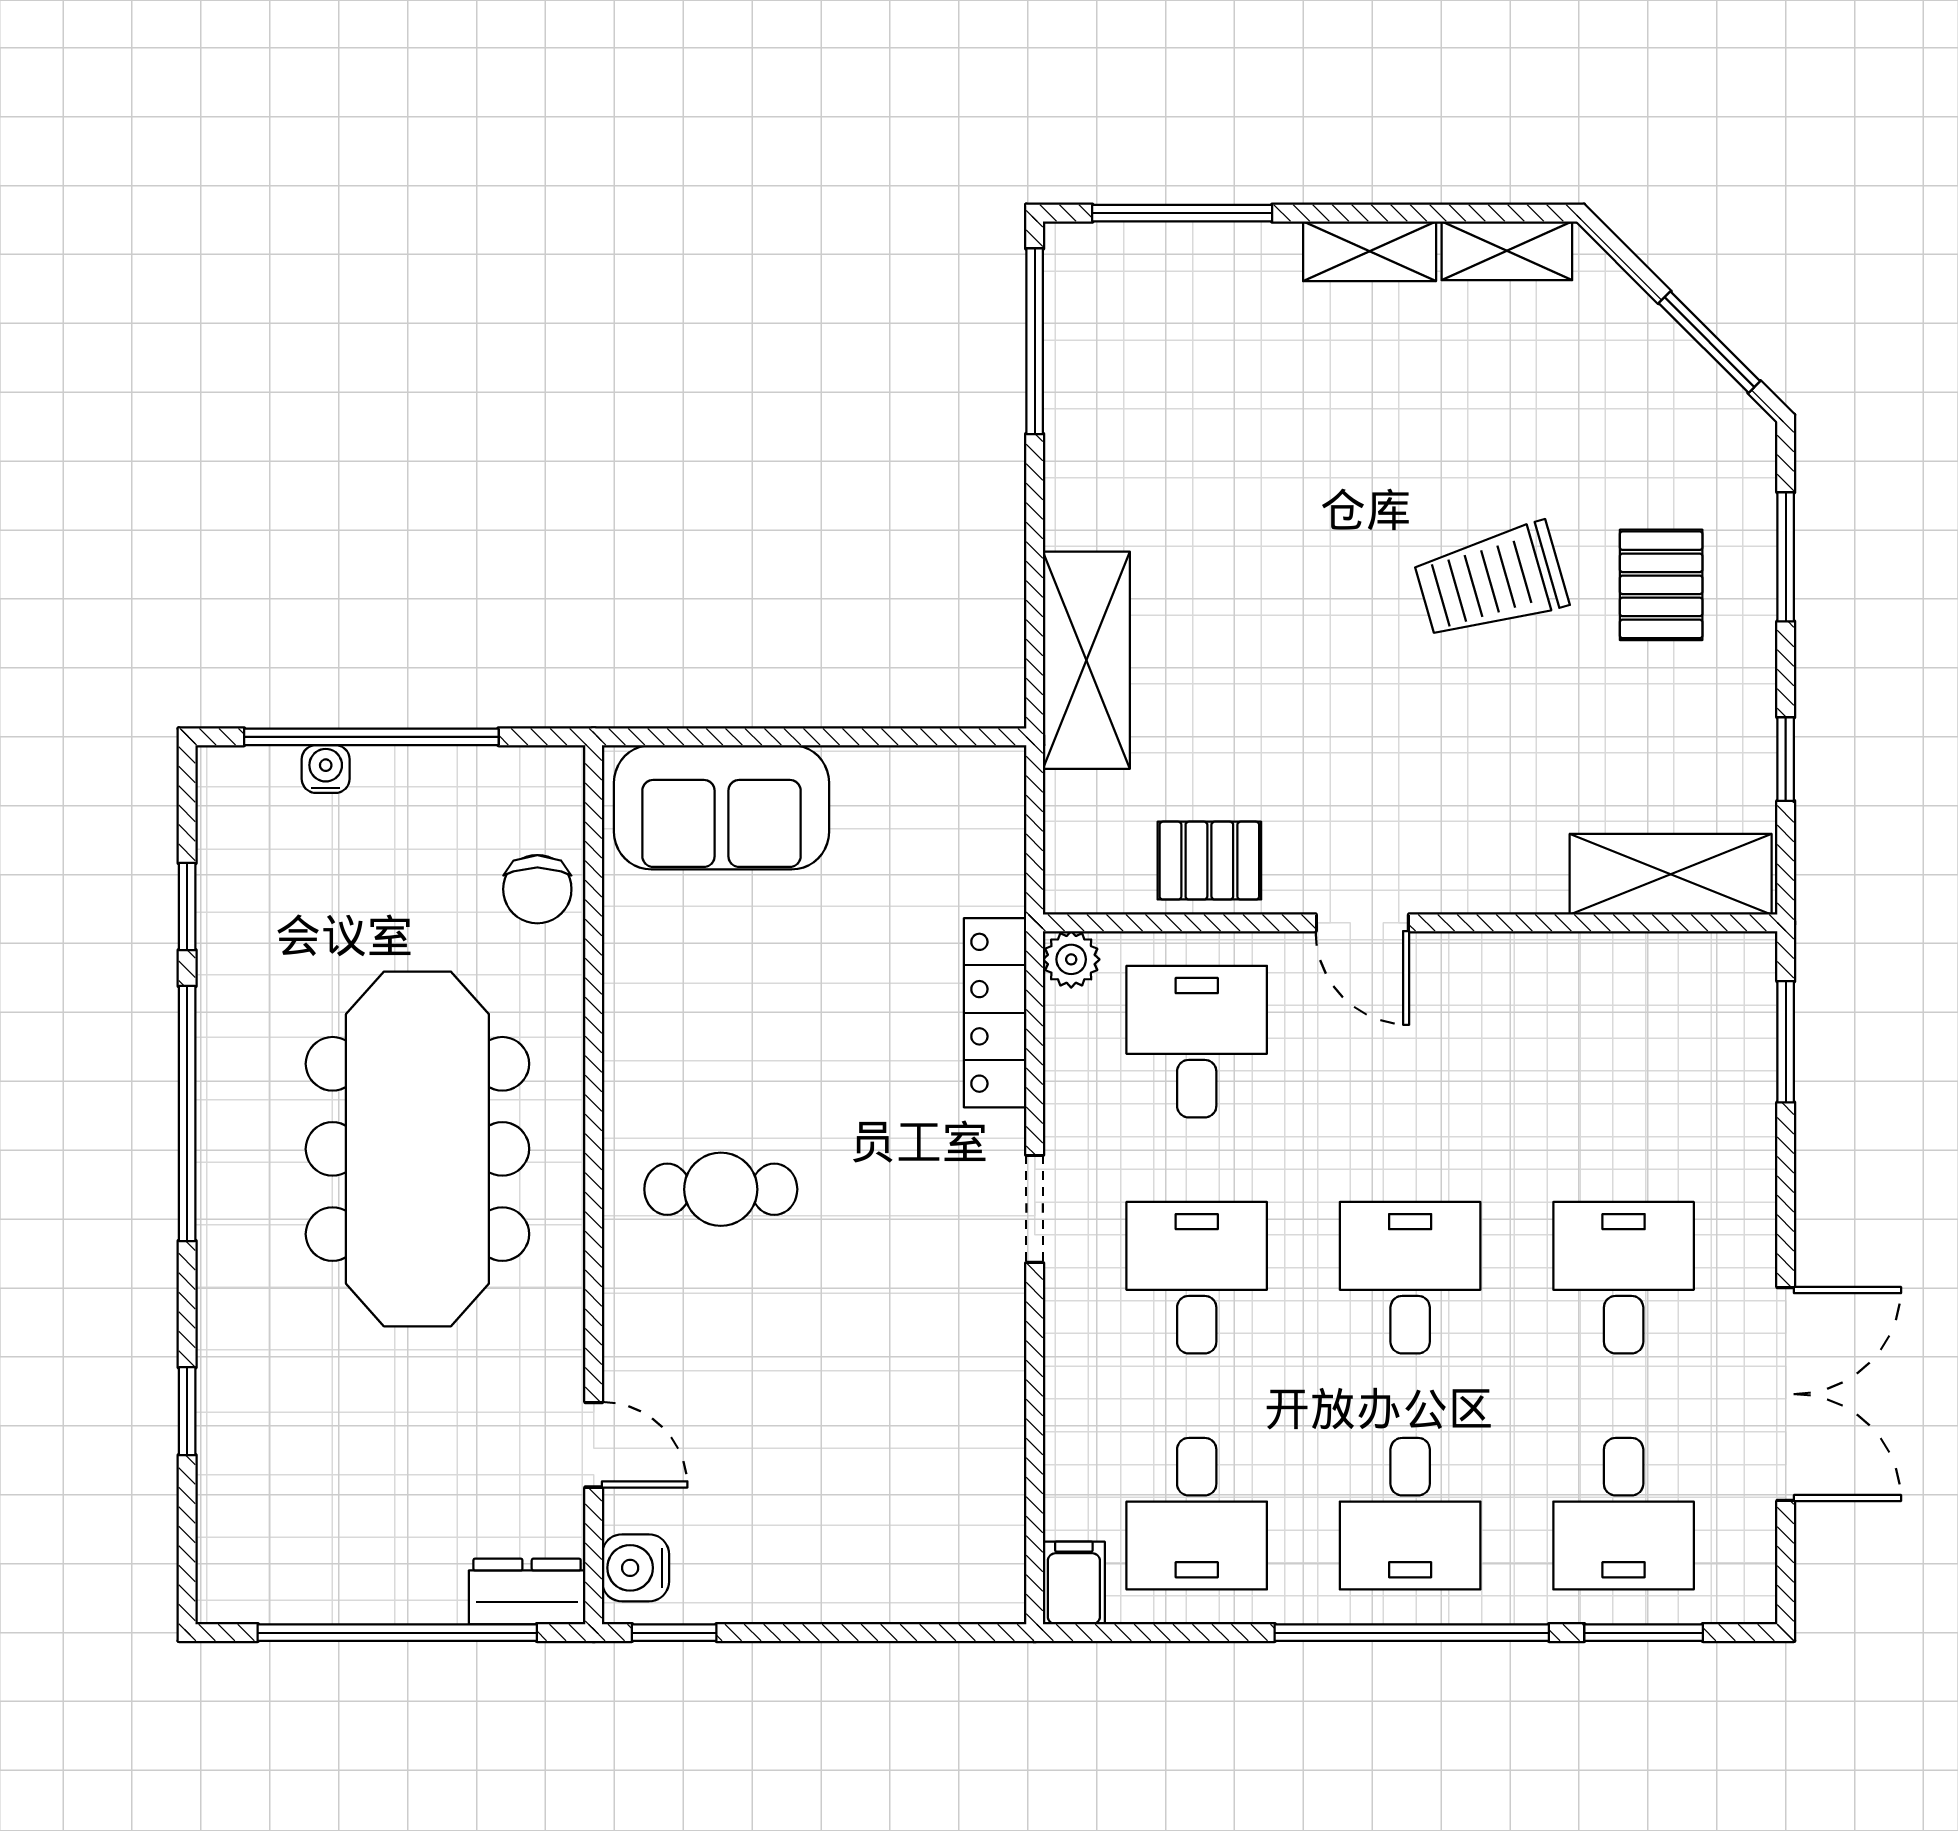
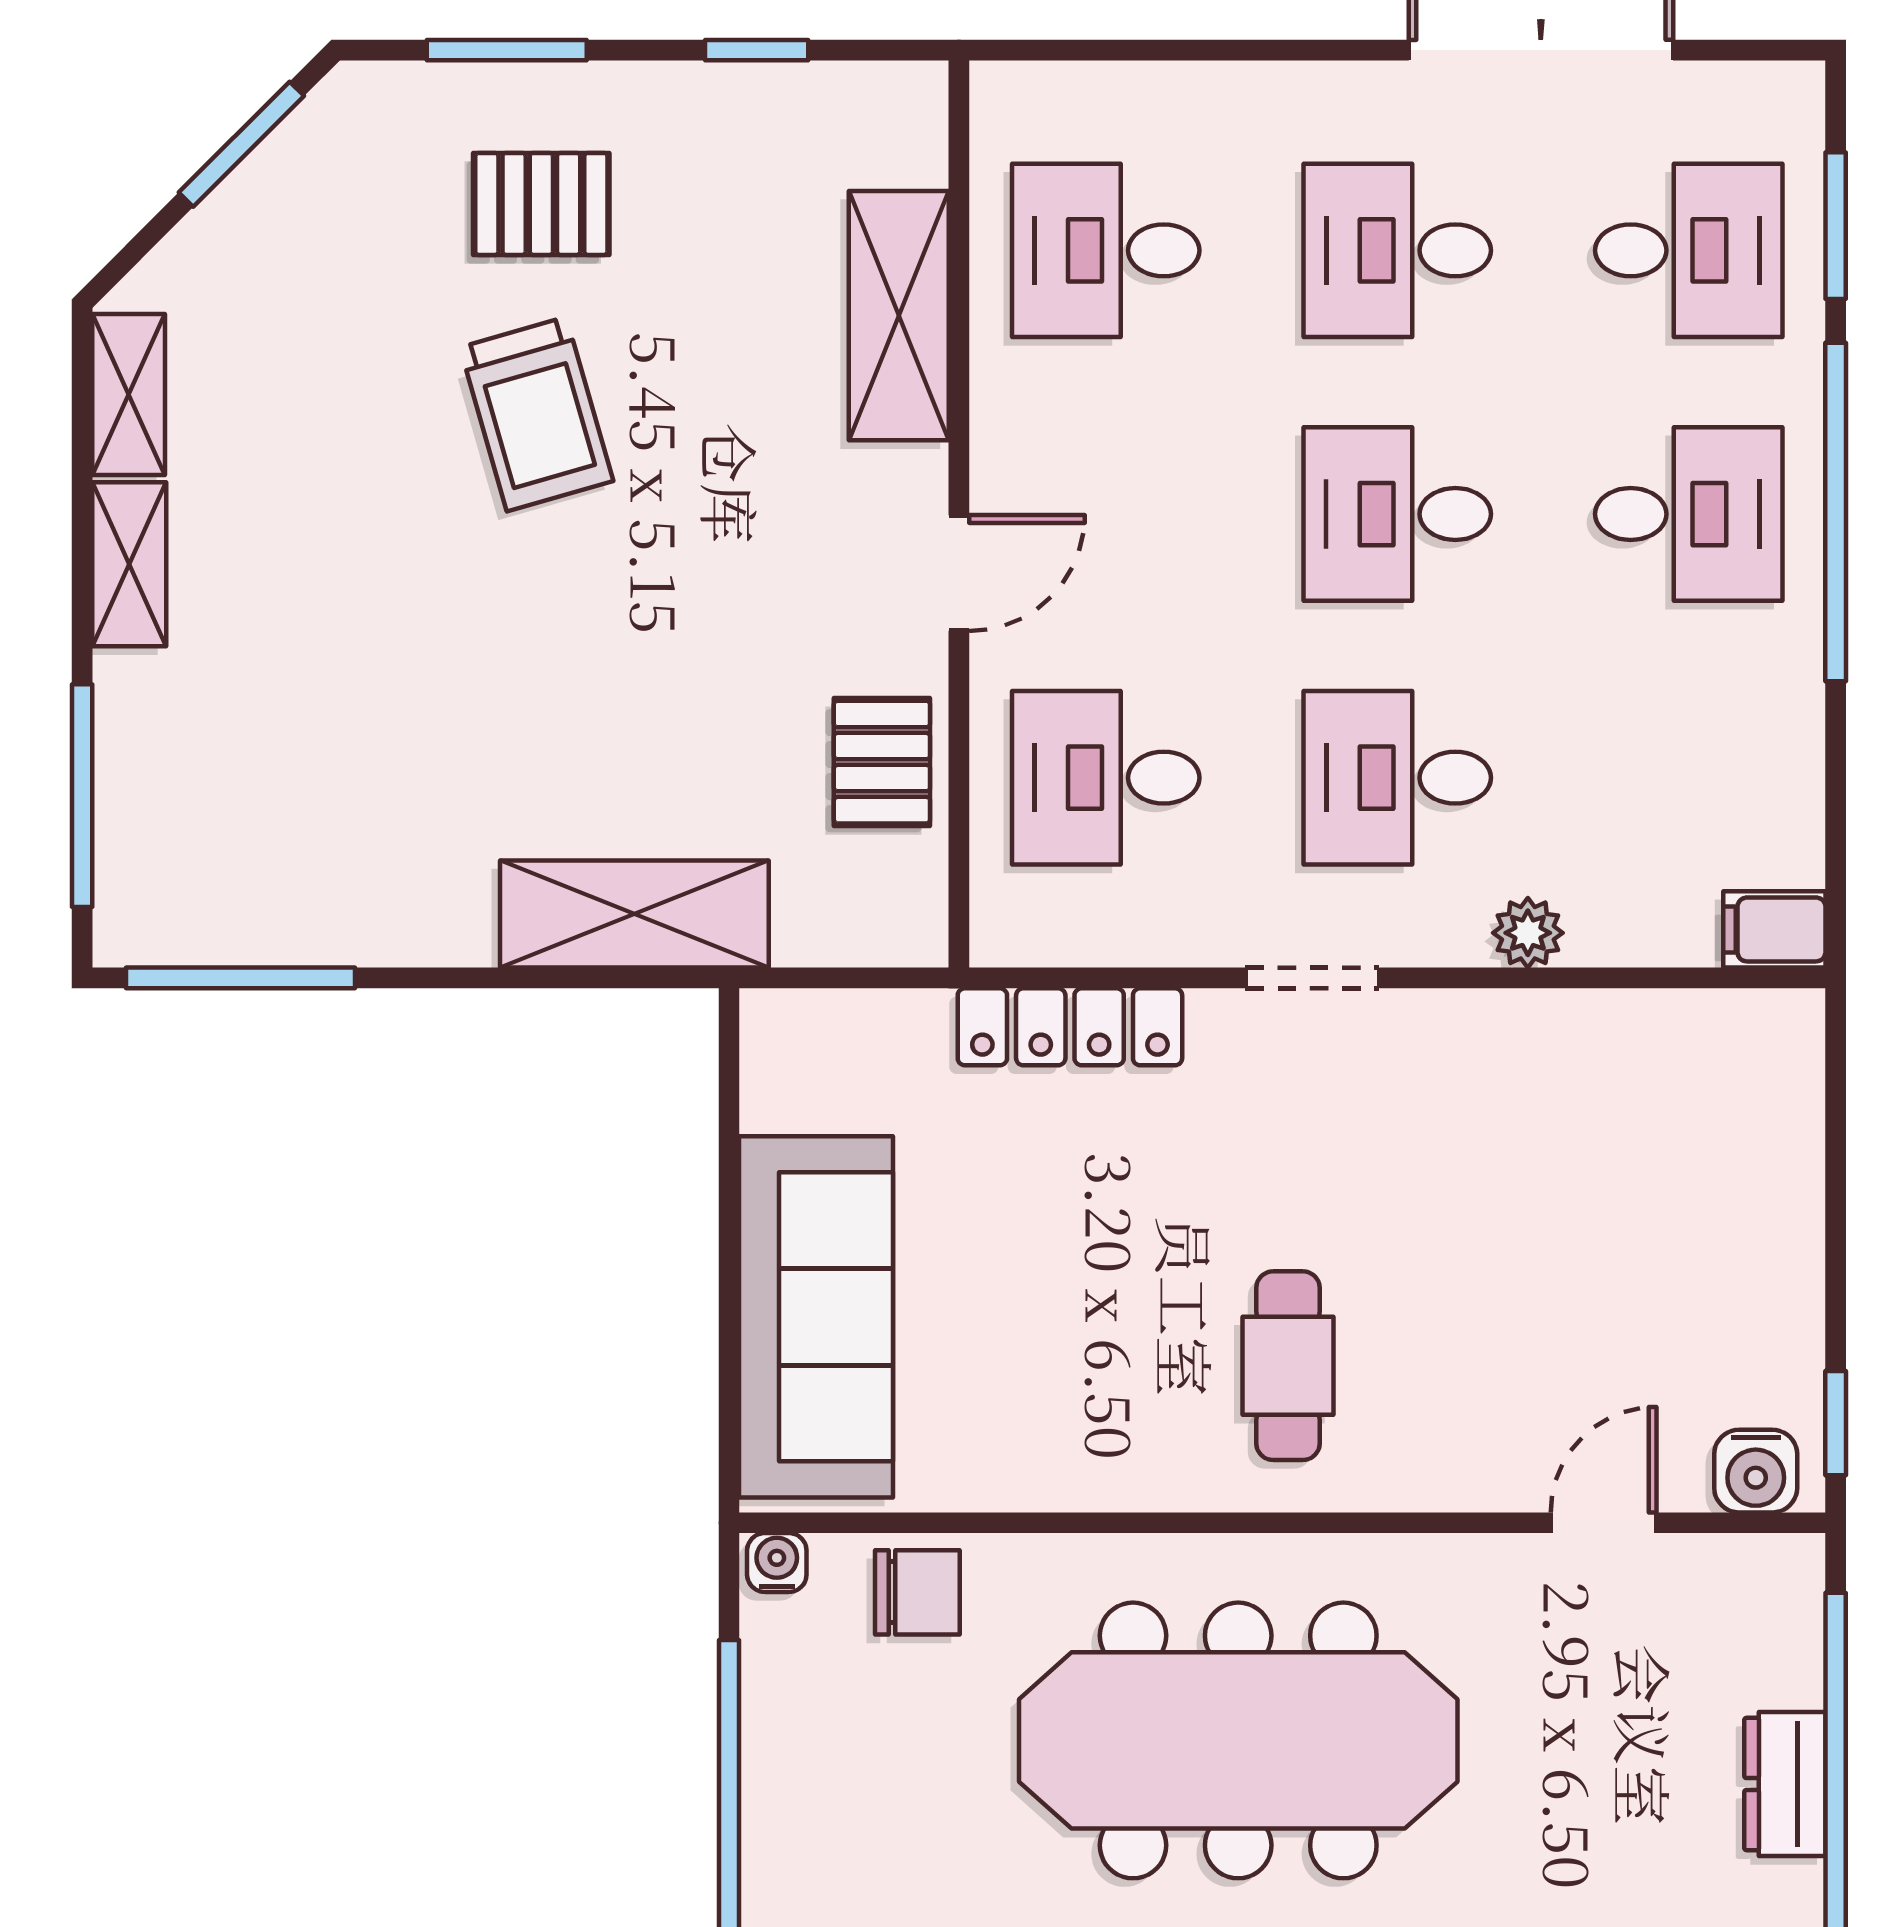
water cooler: (326, 769) -> (777, 1563), moved, turned 90
sofa: (722, 807) -> (816, 1317), width x1.36
shelving: (1671, 874) -> (899, 316), moved
plant: (1071, 959) -> (1528, 933), moved
window: (1786, 1042) -> (1106, 50), removed
desk: (1197, 1514) -> (1106, 250), moved, turned 180
dresser: (527, 1591) -> (1785, 1784), moved

